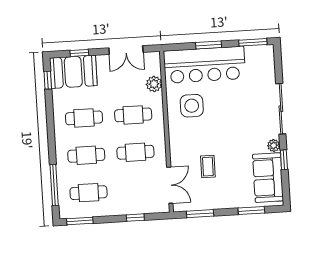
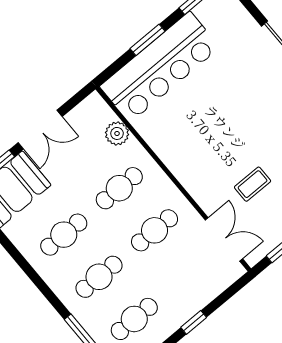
double door: (126, 50) -> (40, 130), moved
side table: (192, 106) -> (180, 126), removed
coffee table: (208, 167) -> (253, 184), turned 90
window: (135, 218) -> (194, 322), moved

